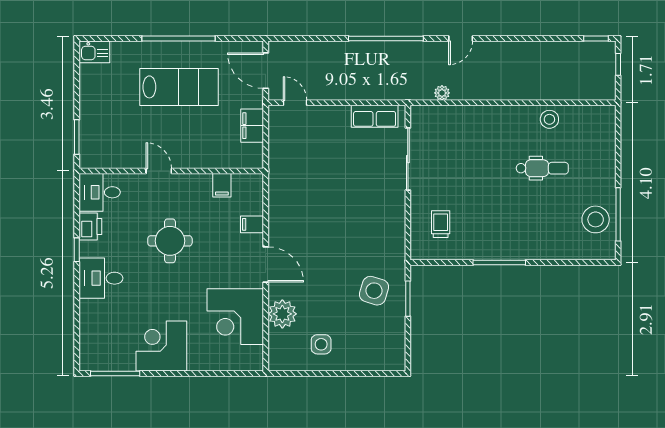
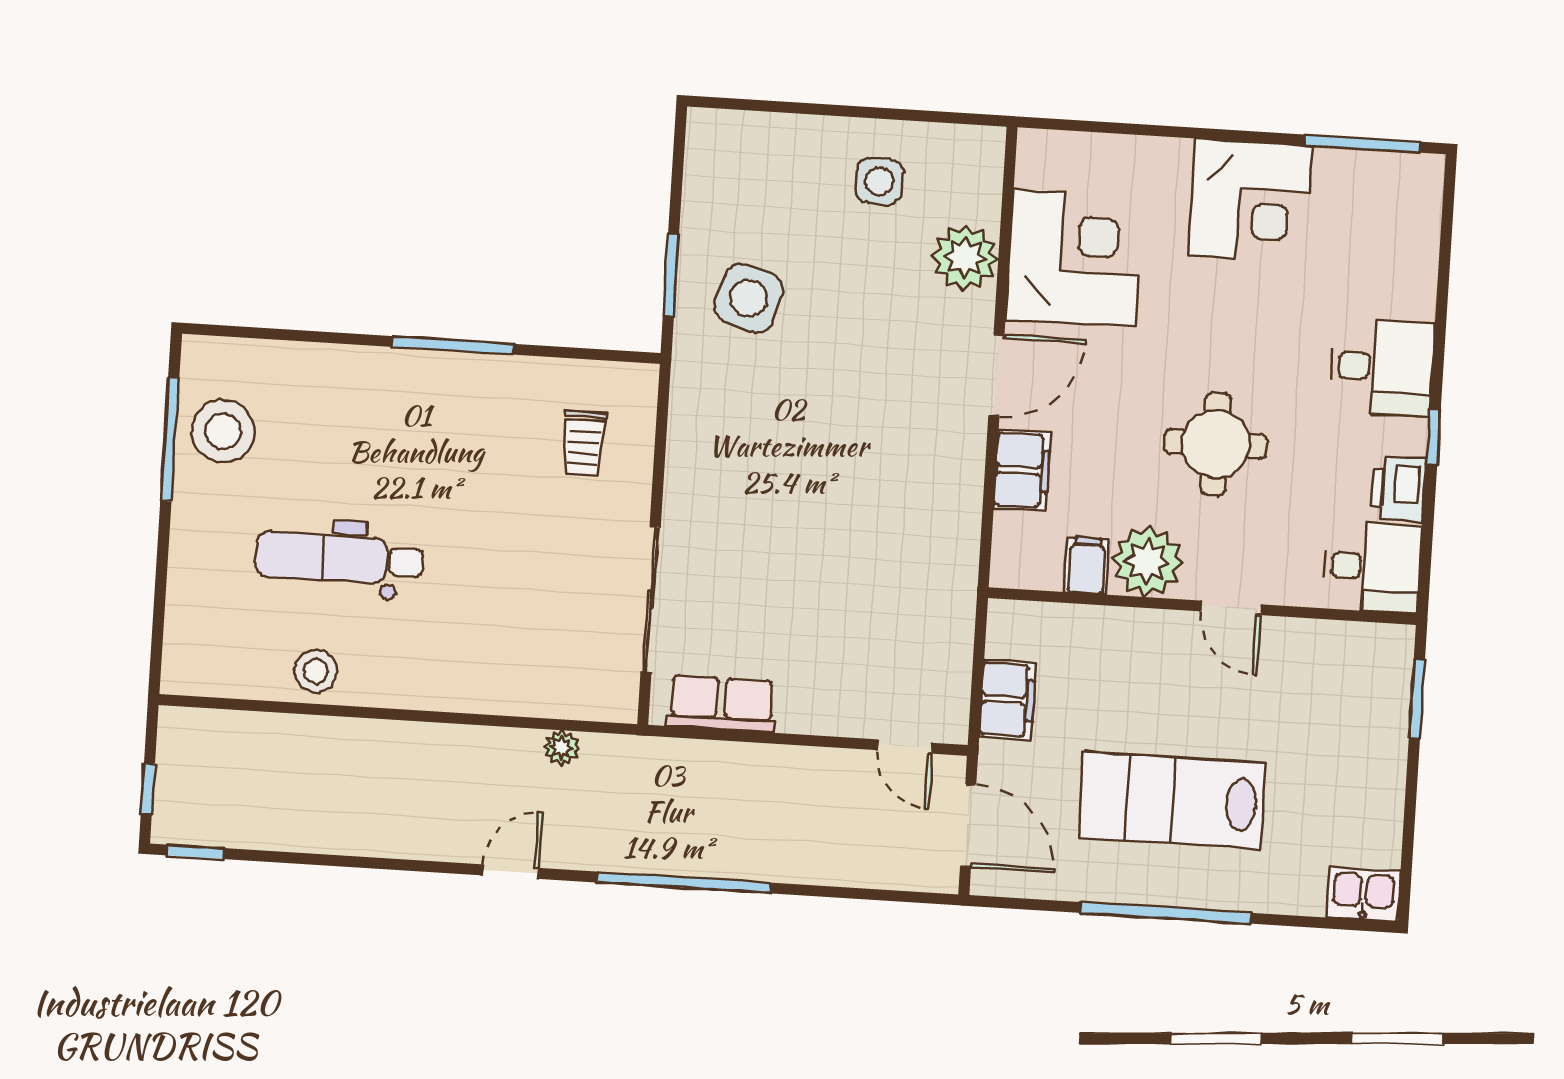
dental chair: (542, 168) -> (339, 558), width x1.36, depth x1.38
plant: (196, 189) -> (1147, 561), added
filing cabinet: (252, 224) -> (1022, 470), width x2.00
door: (266, 264) -> (996, 375), swing flipped

